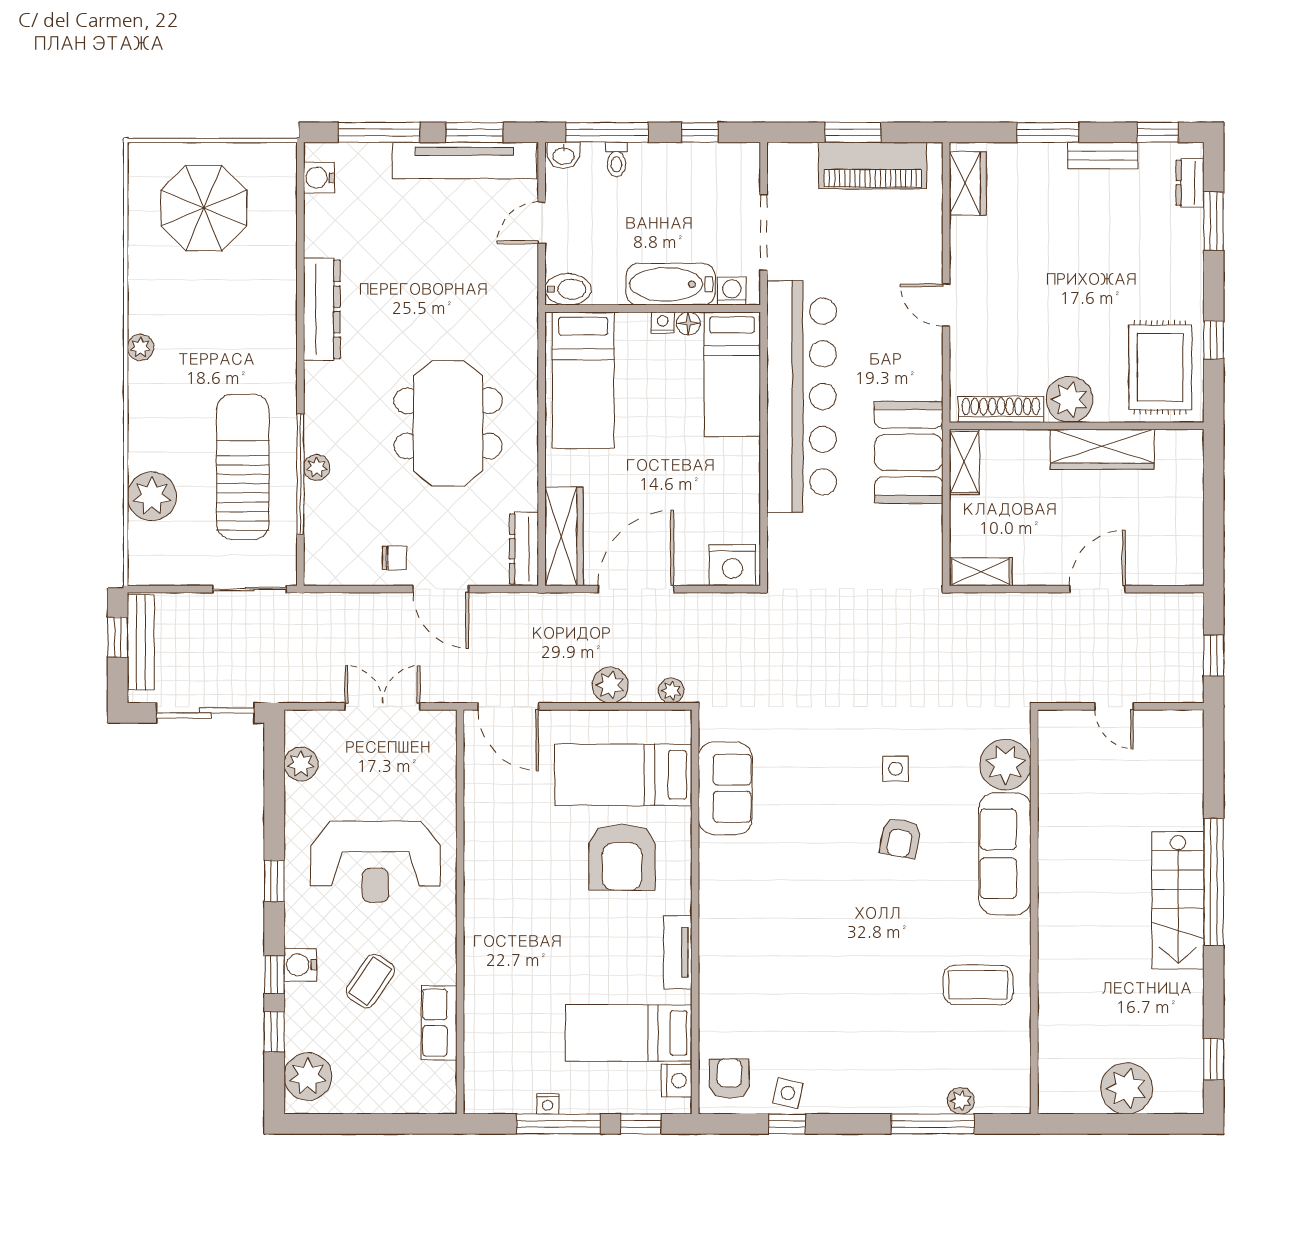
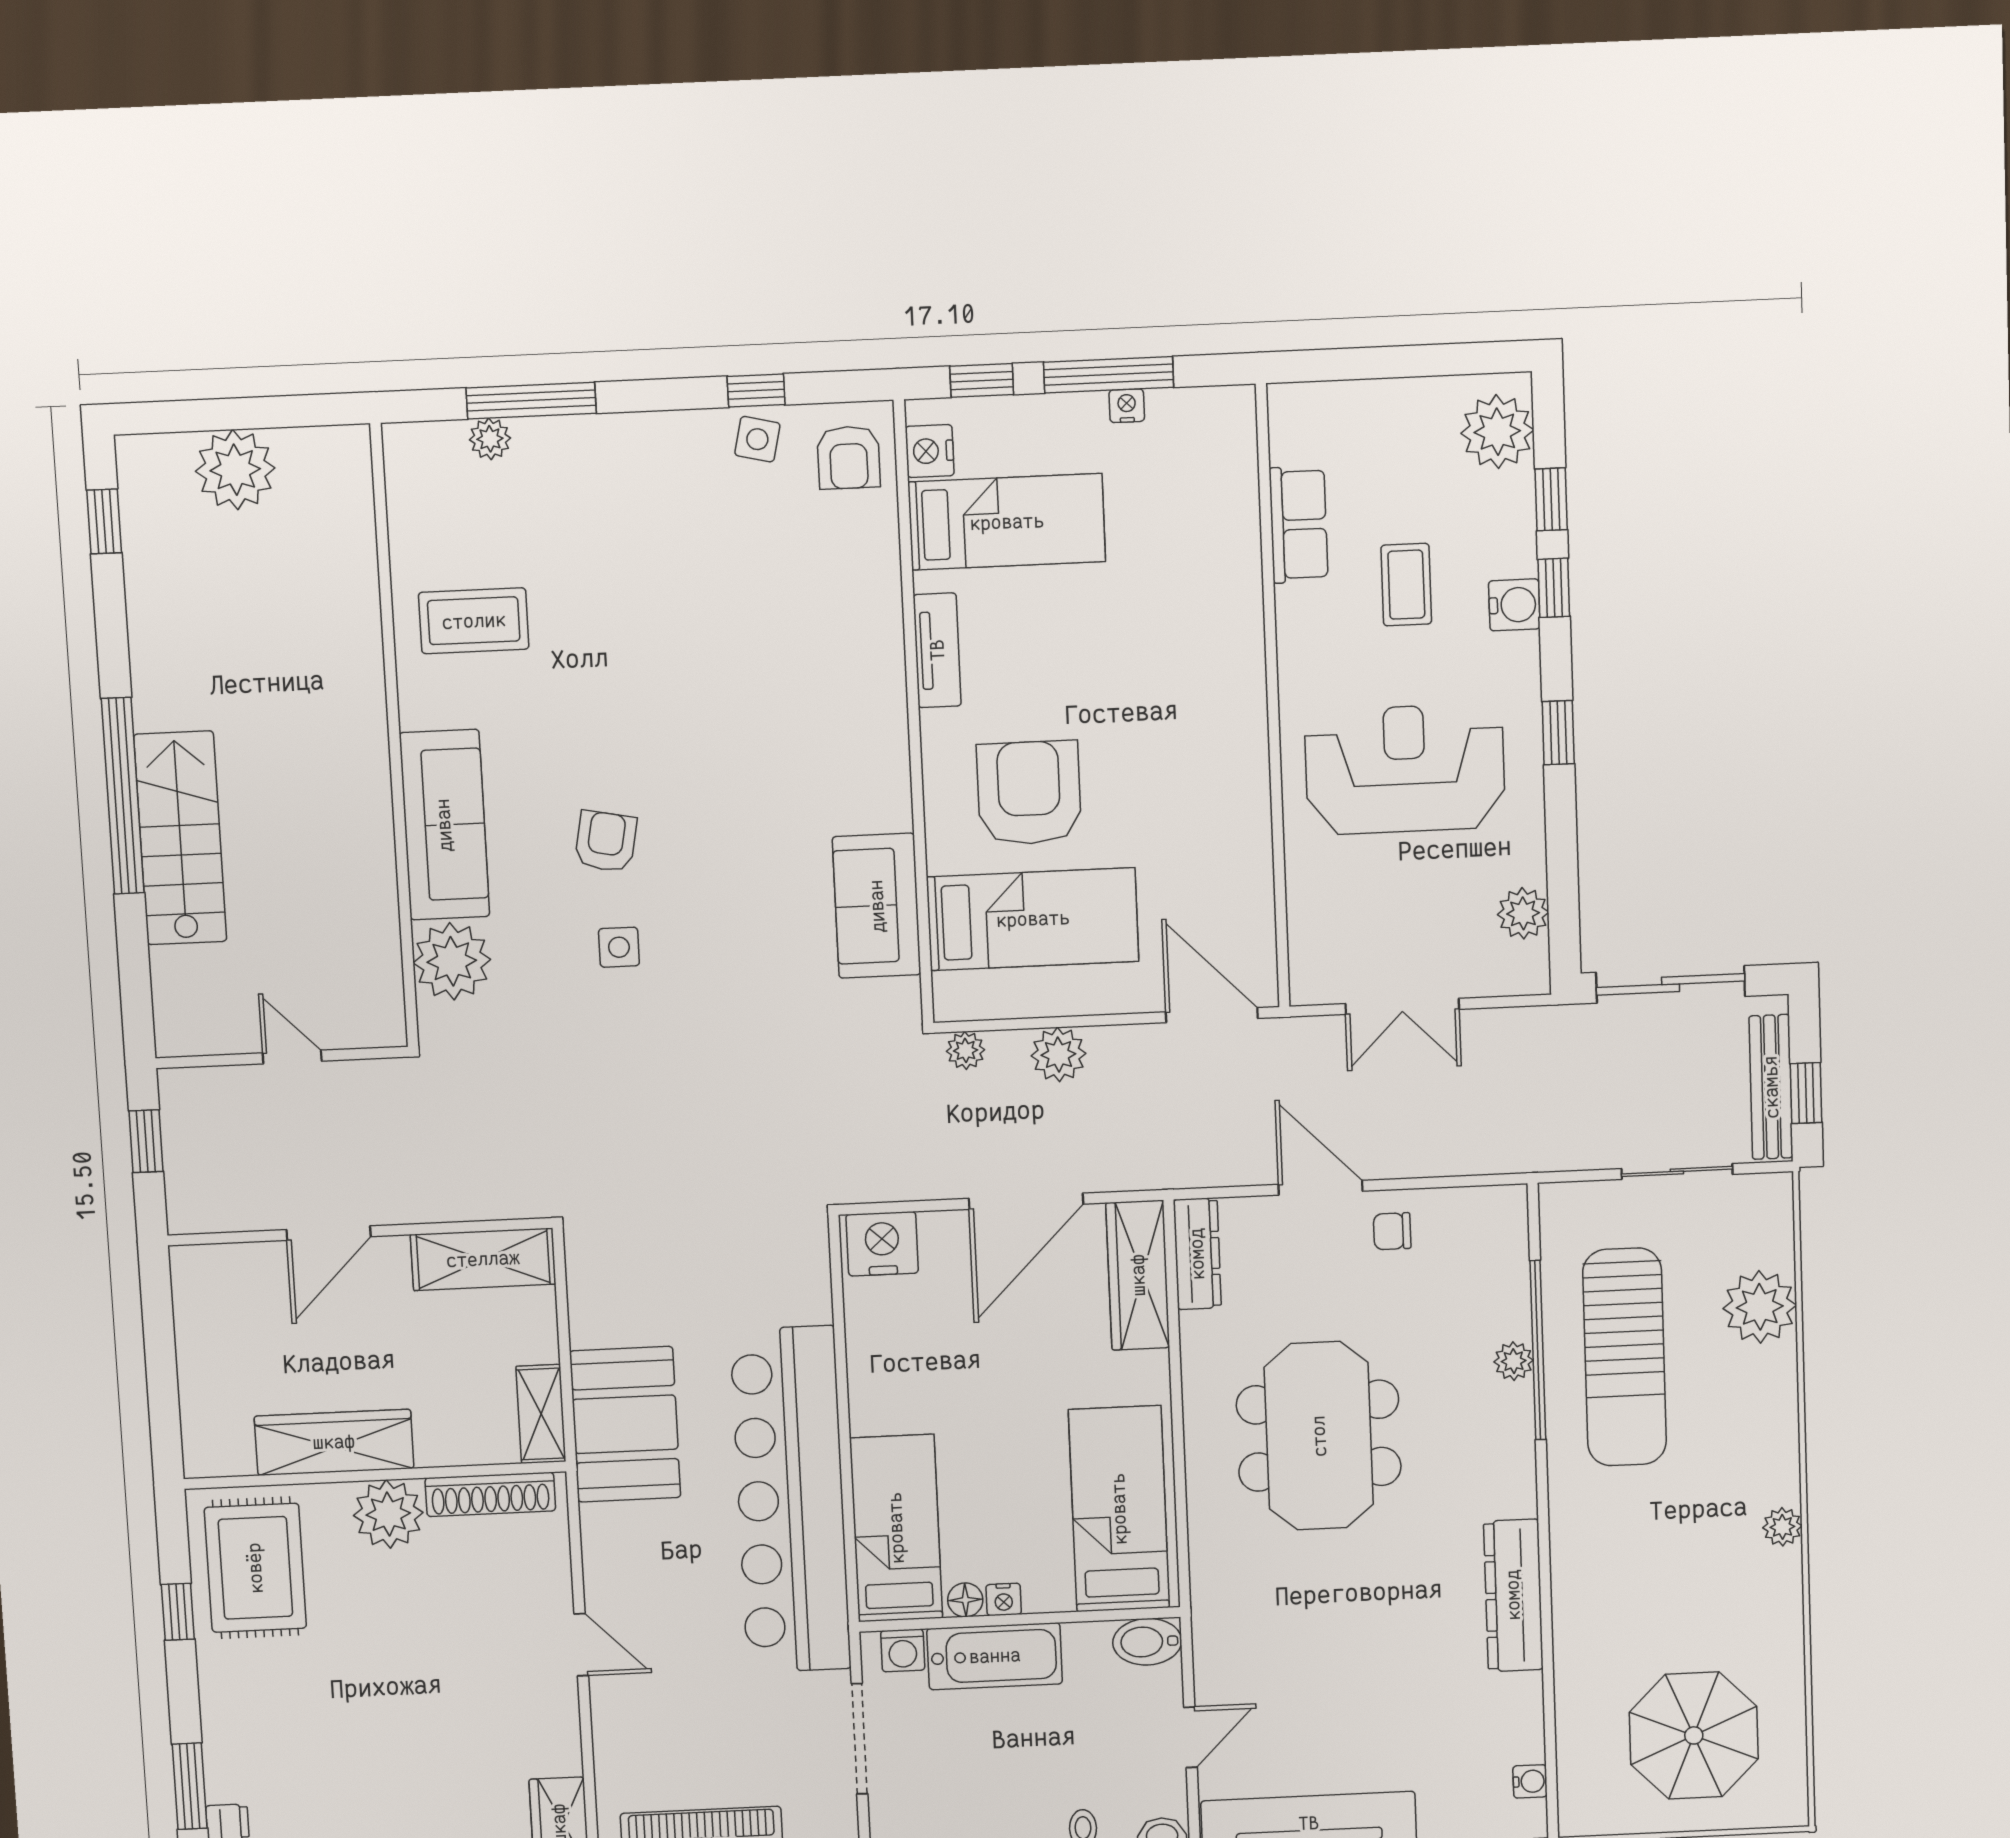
water cooler: (319, 178) -> (1530, 1781), width x0.72, depth x0.72
shelving: (981, 572) -> (483, 1259), width x1.50, depth x1.33
sliding door: (250, 589) -> (1677, 1171), moved
stairs: (1178, 900) -> (180, 838), moved
coffee table: (370, 981) -> (1406, 585), turned -34

